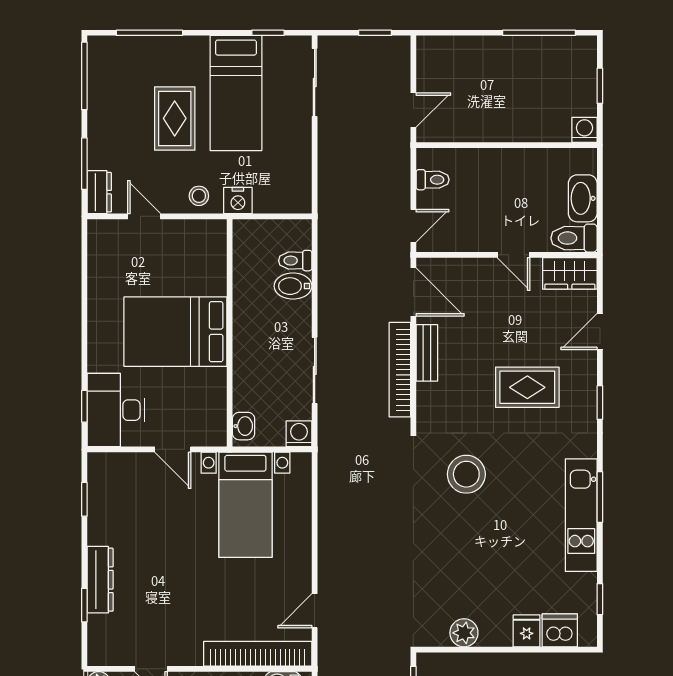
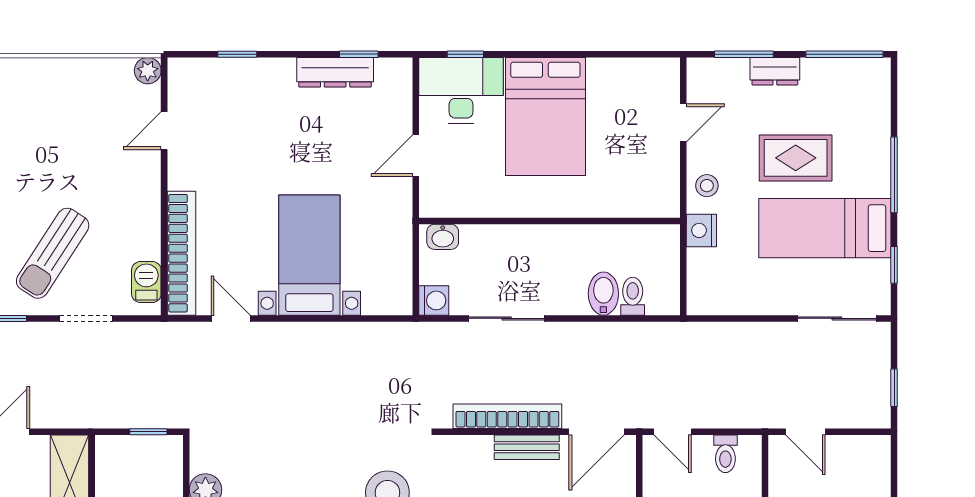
window: (149, 33) -> (894, 175), moved
dresser: (99, 192) -> (775, 71), moved
bed: (175, 332) -> (545, 116), moved, turned 180
bed with nightstands: (245, 505) -> (309, 255), moved, turned 90
dresser: (100, 580) -> (335, 72), moved

